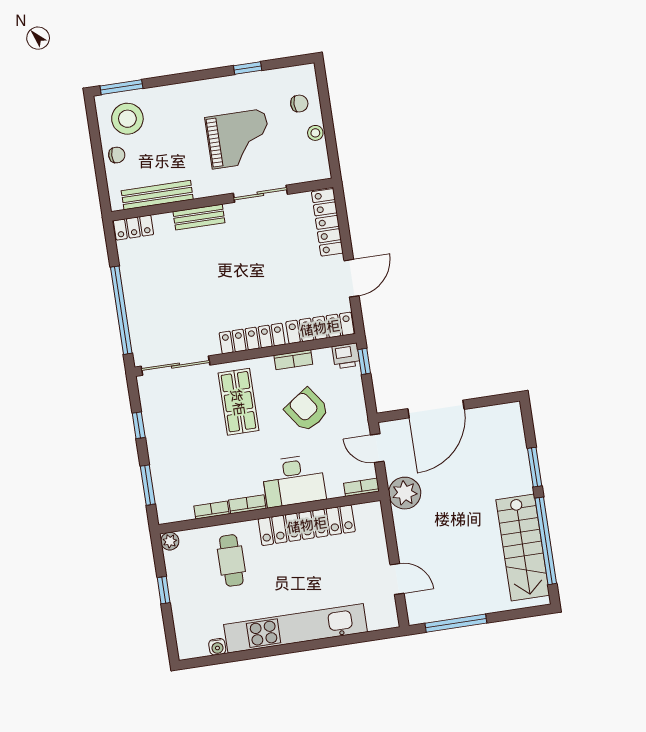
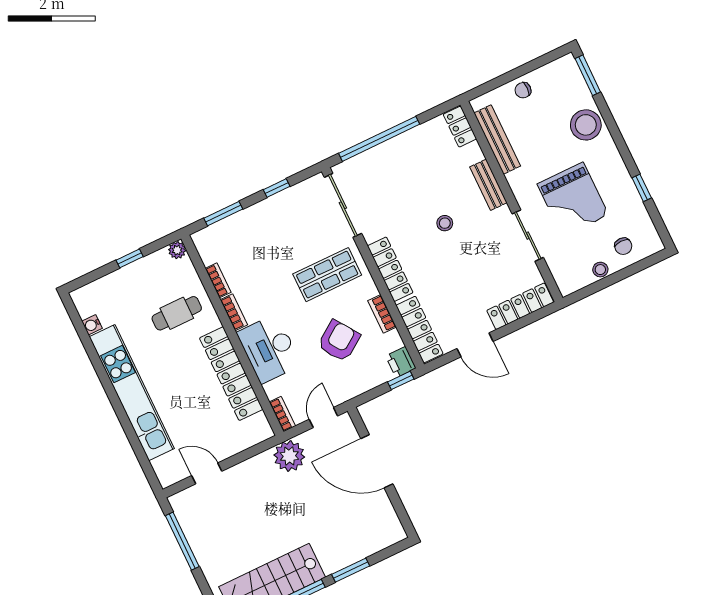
stool: (127, 119) -> (586, 125), moved
chair: (117, 155) -> (523, 90), turned 90
stool: (223, 271) -> (445, 223), added
door: (397, 579) -> (207, 473), swing flipped

